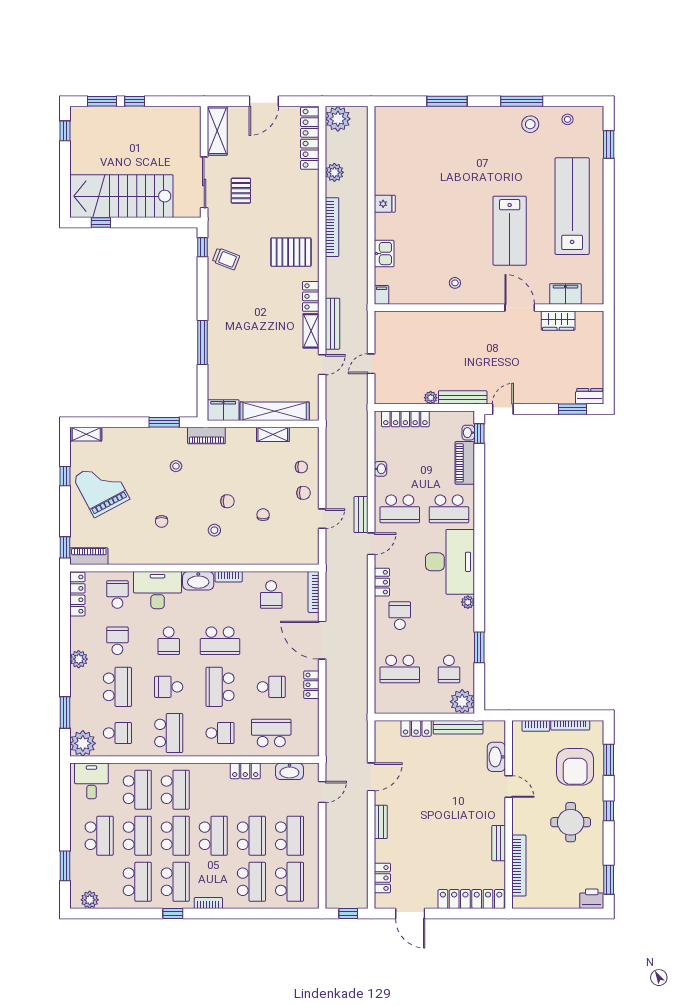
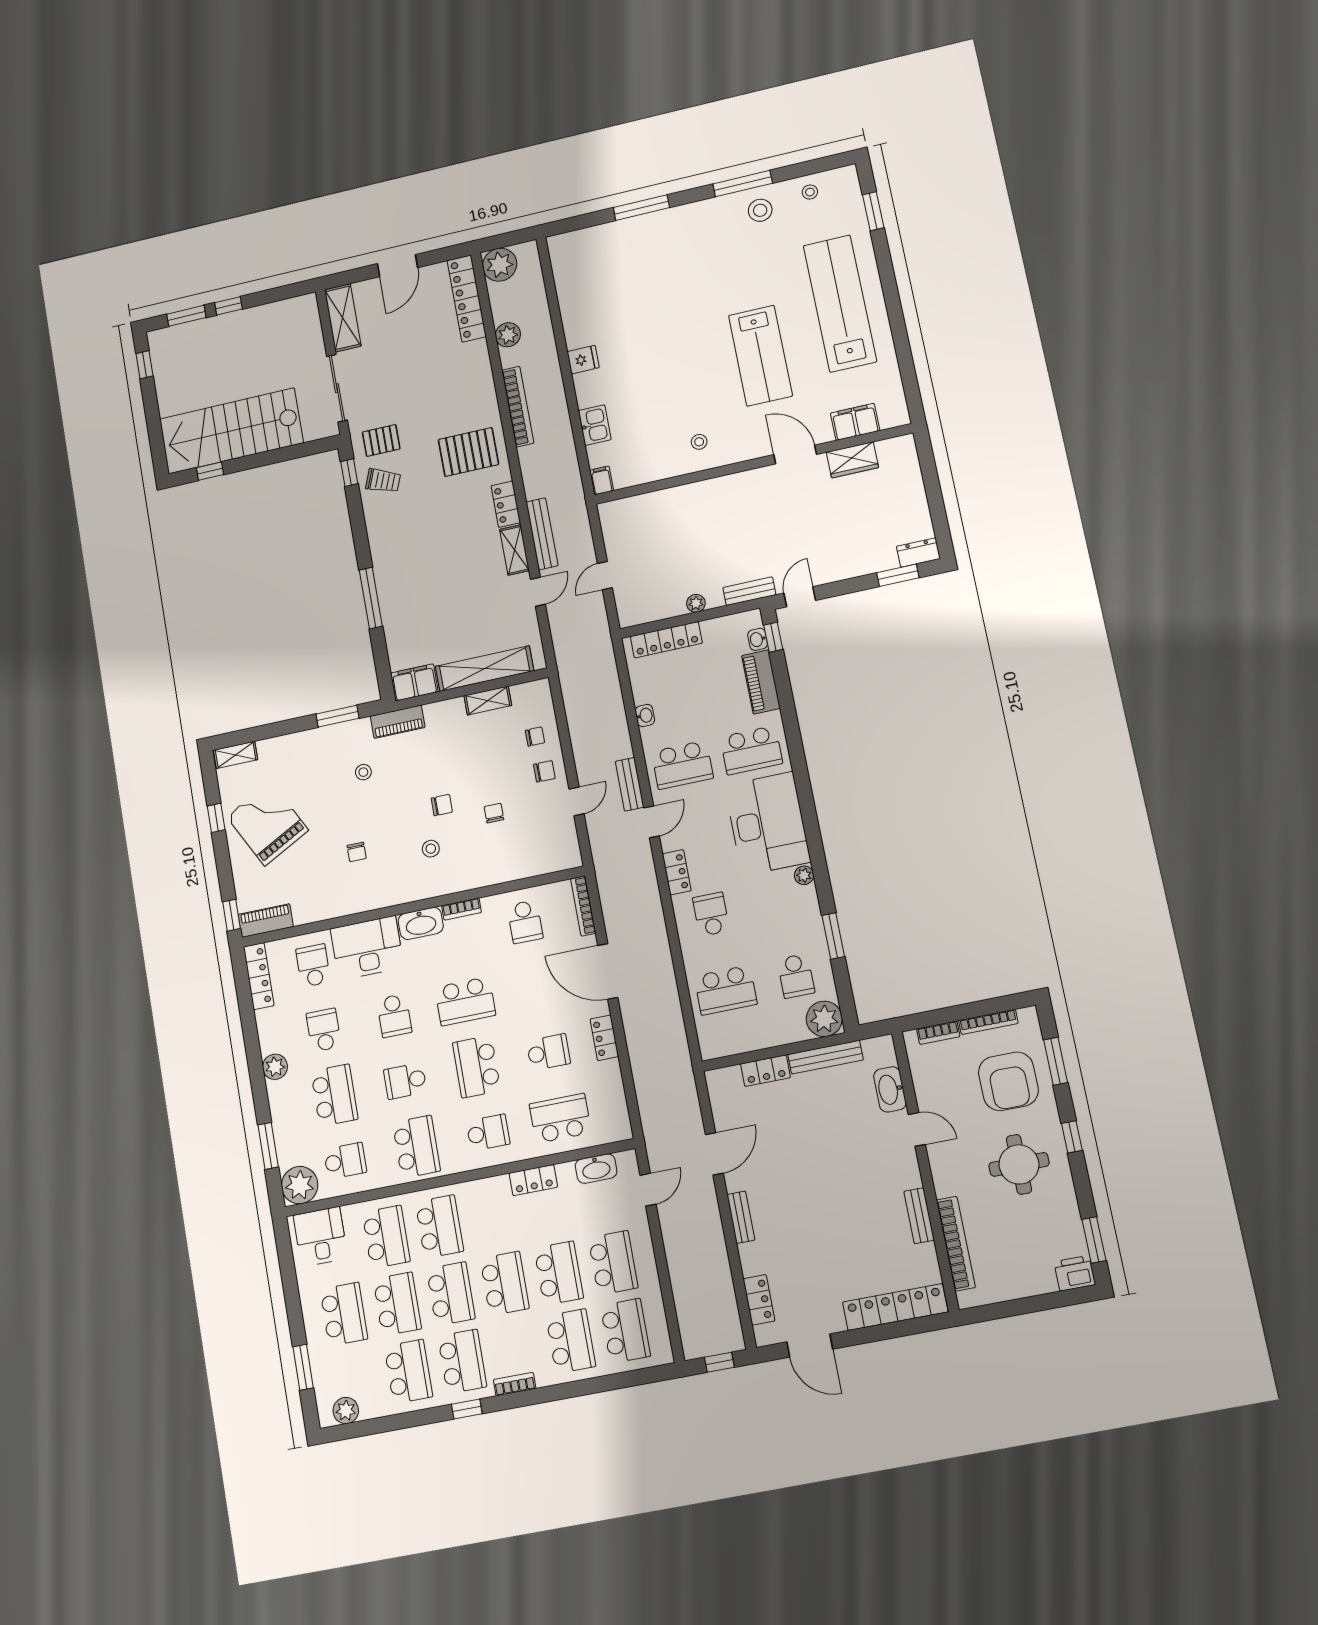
pallet: (241, 191) -> (381, 440), moved, turned 90
bench: (463, 397) -> (749, 591), width x0.73

